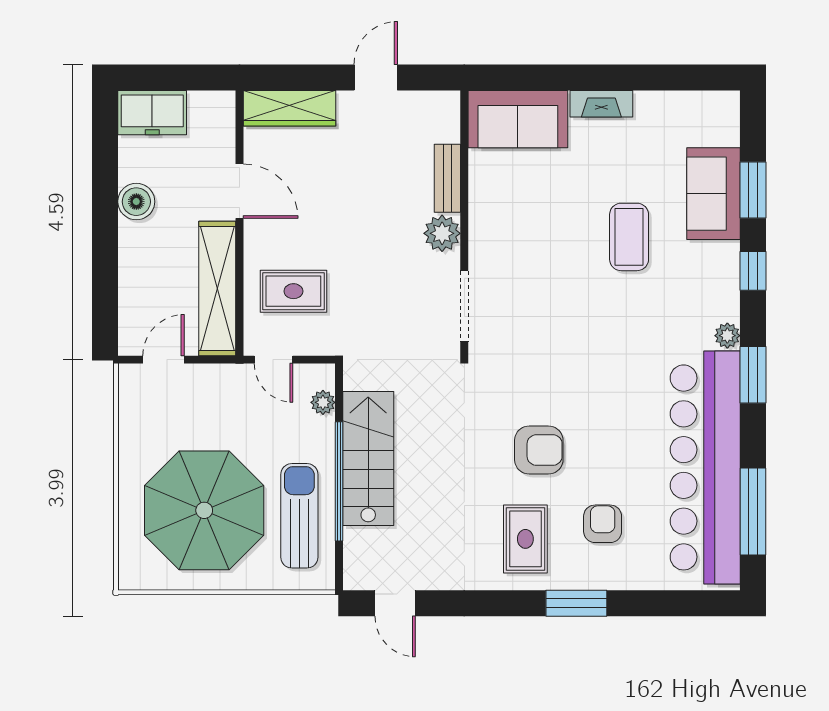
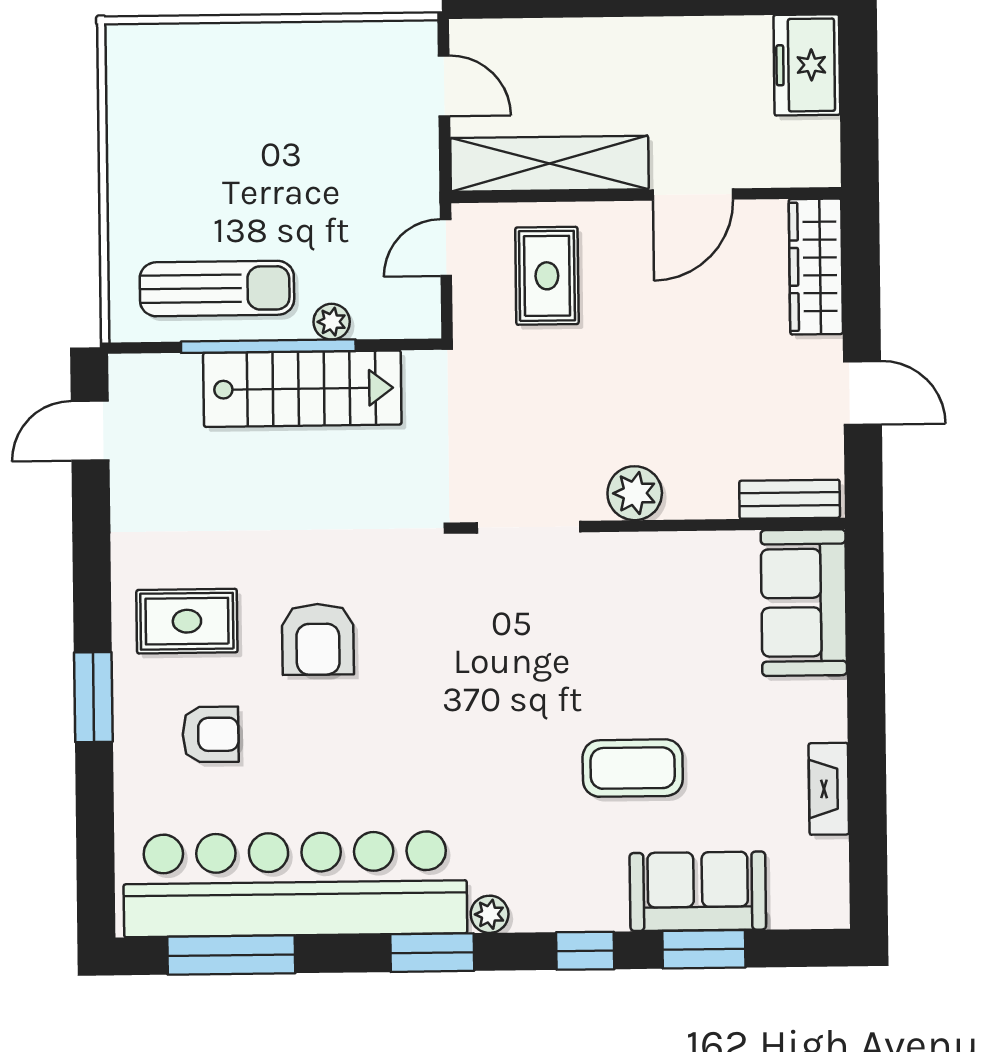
fireplace: (601, 104) -> (829, 789), moved
bench: (447, 178) -> (790, 499), moved
boiler: (136, 202) -> (676, 43), removed
plant: (323, 402) -> (332, 322), moved
parasol: (204, 510) -> (223, 148), removed

